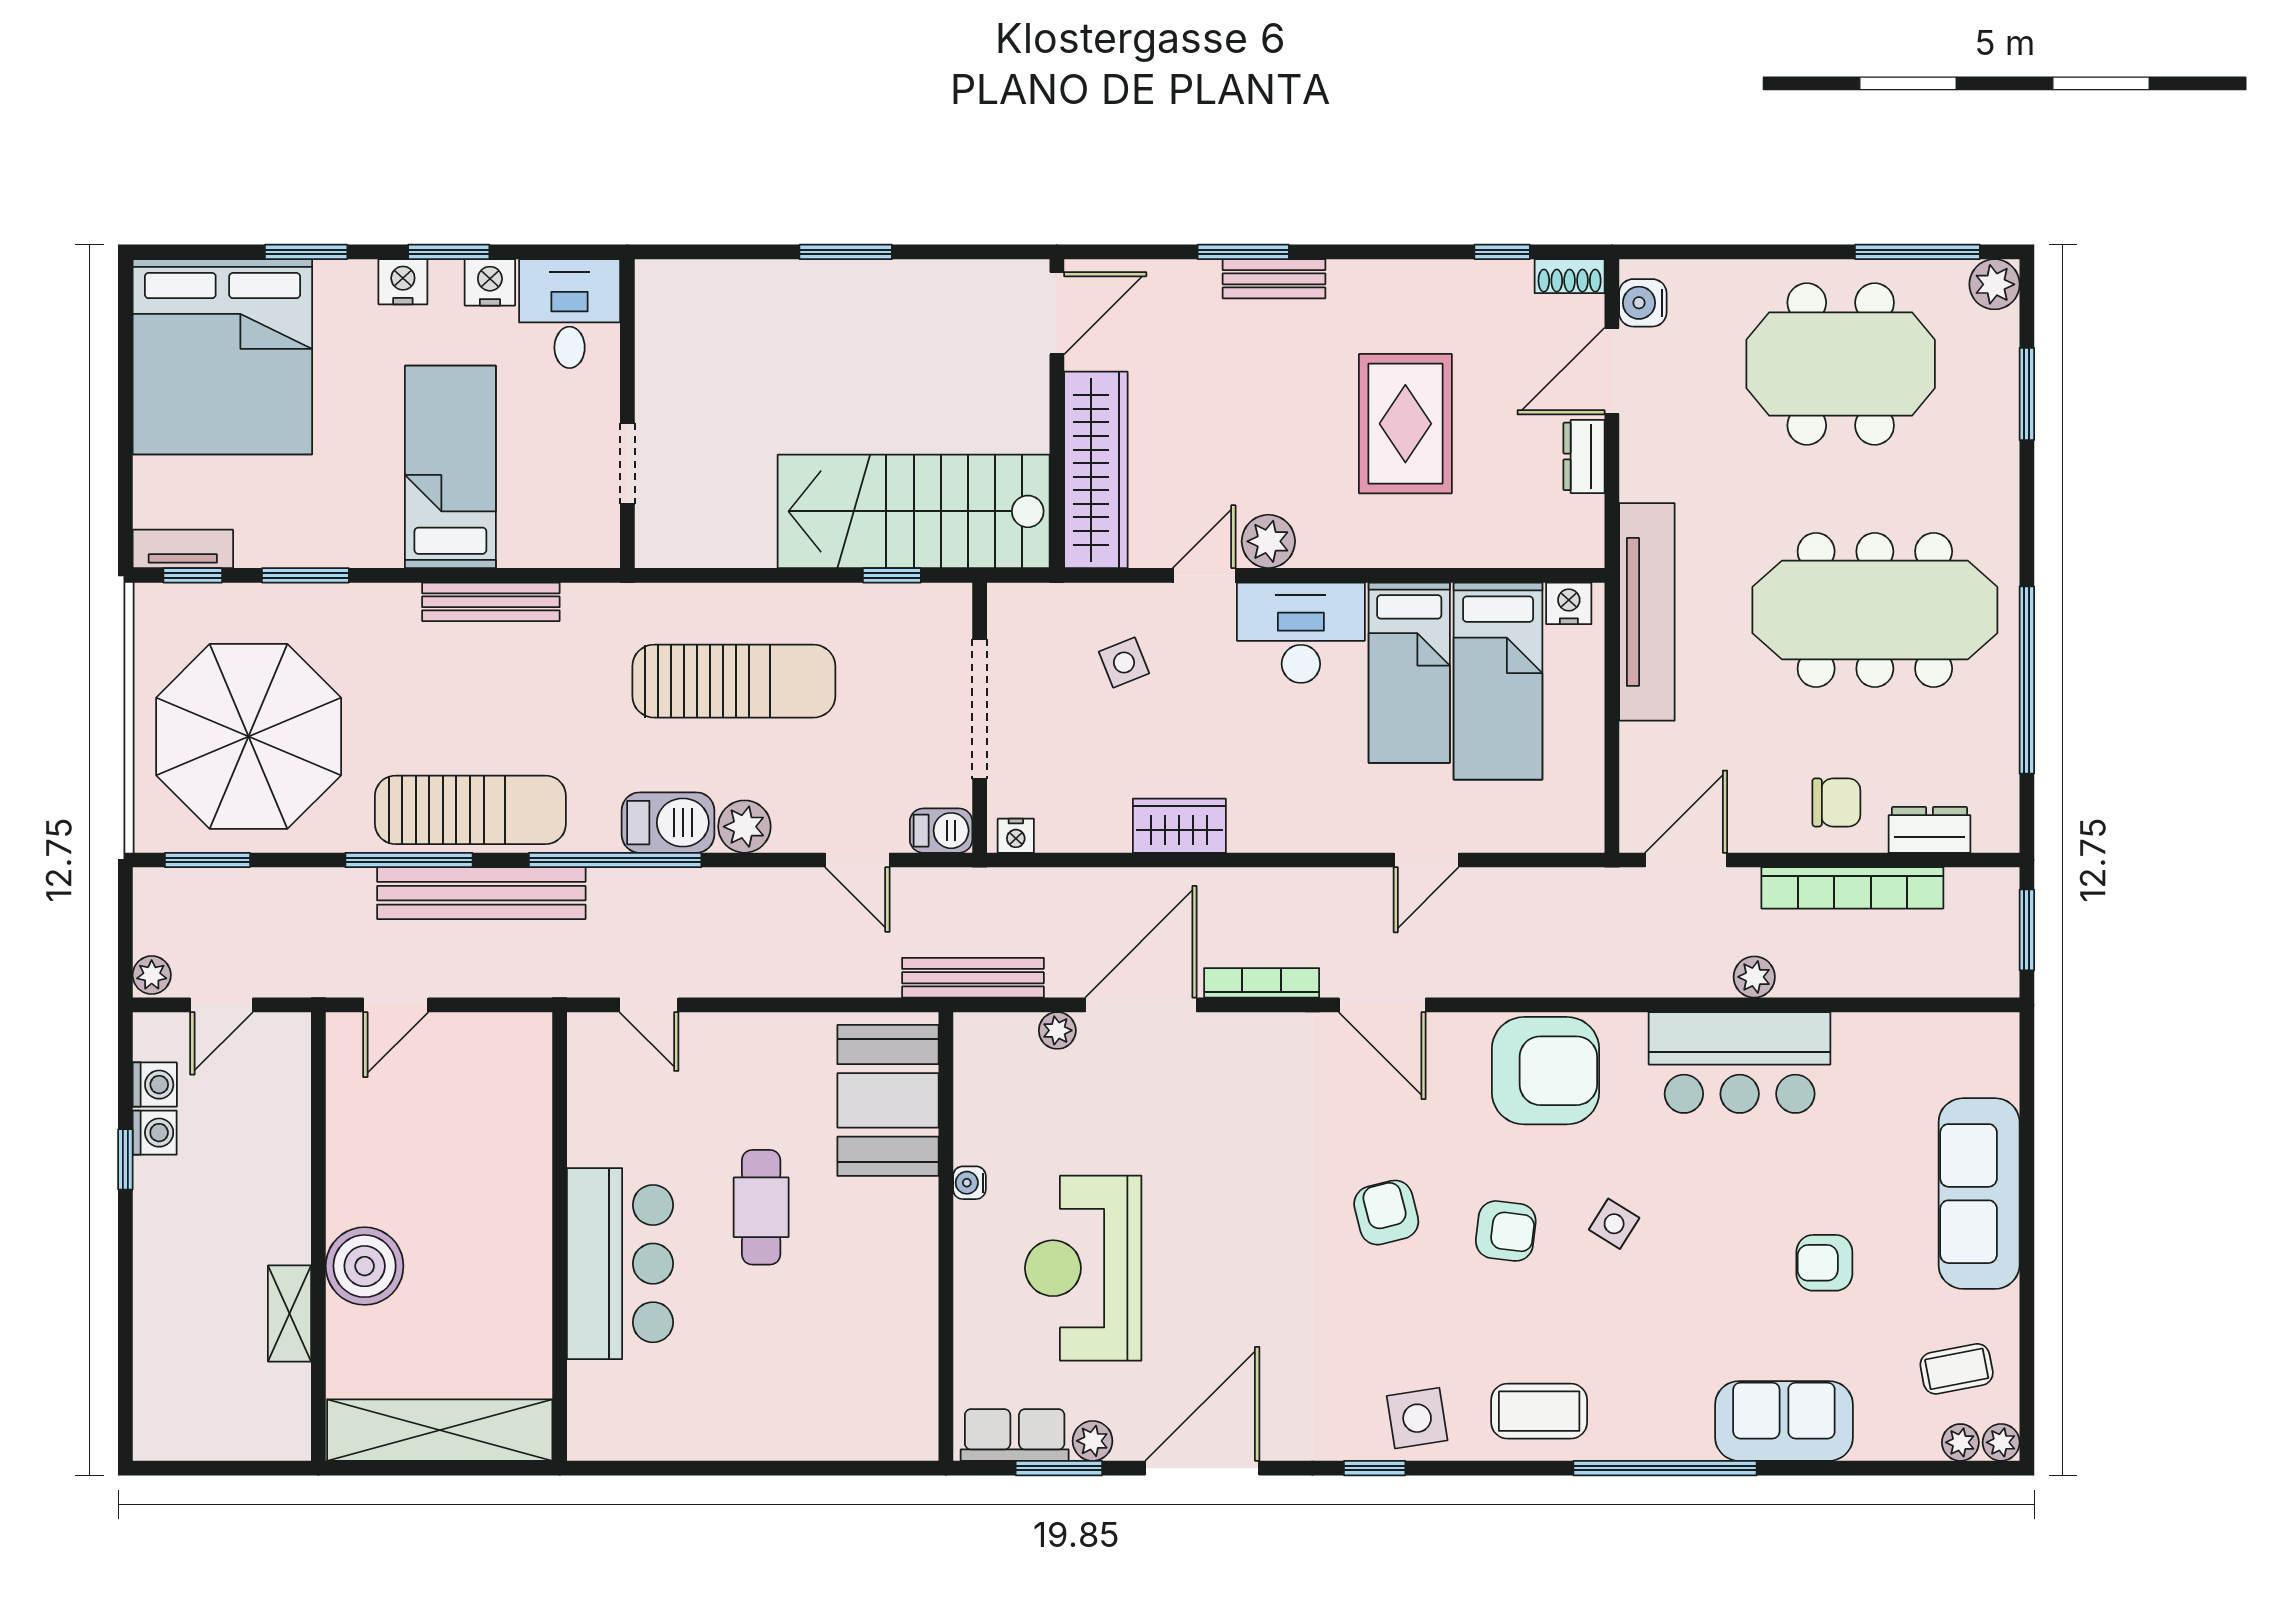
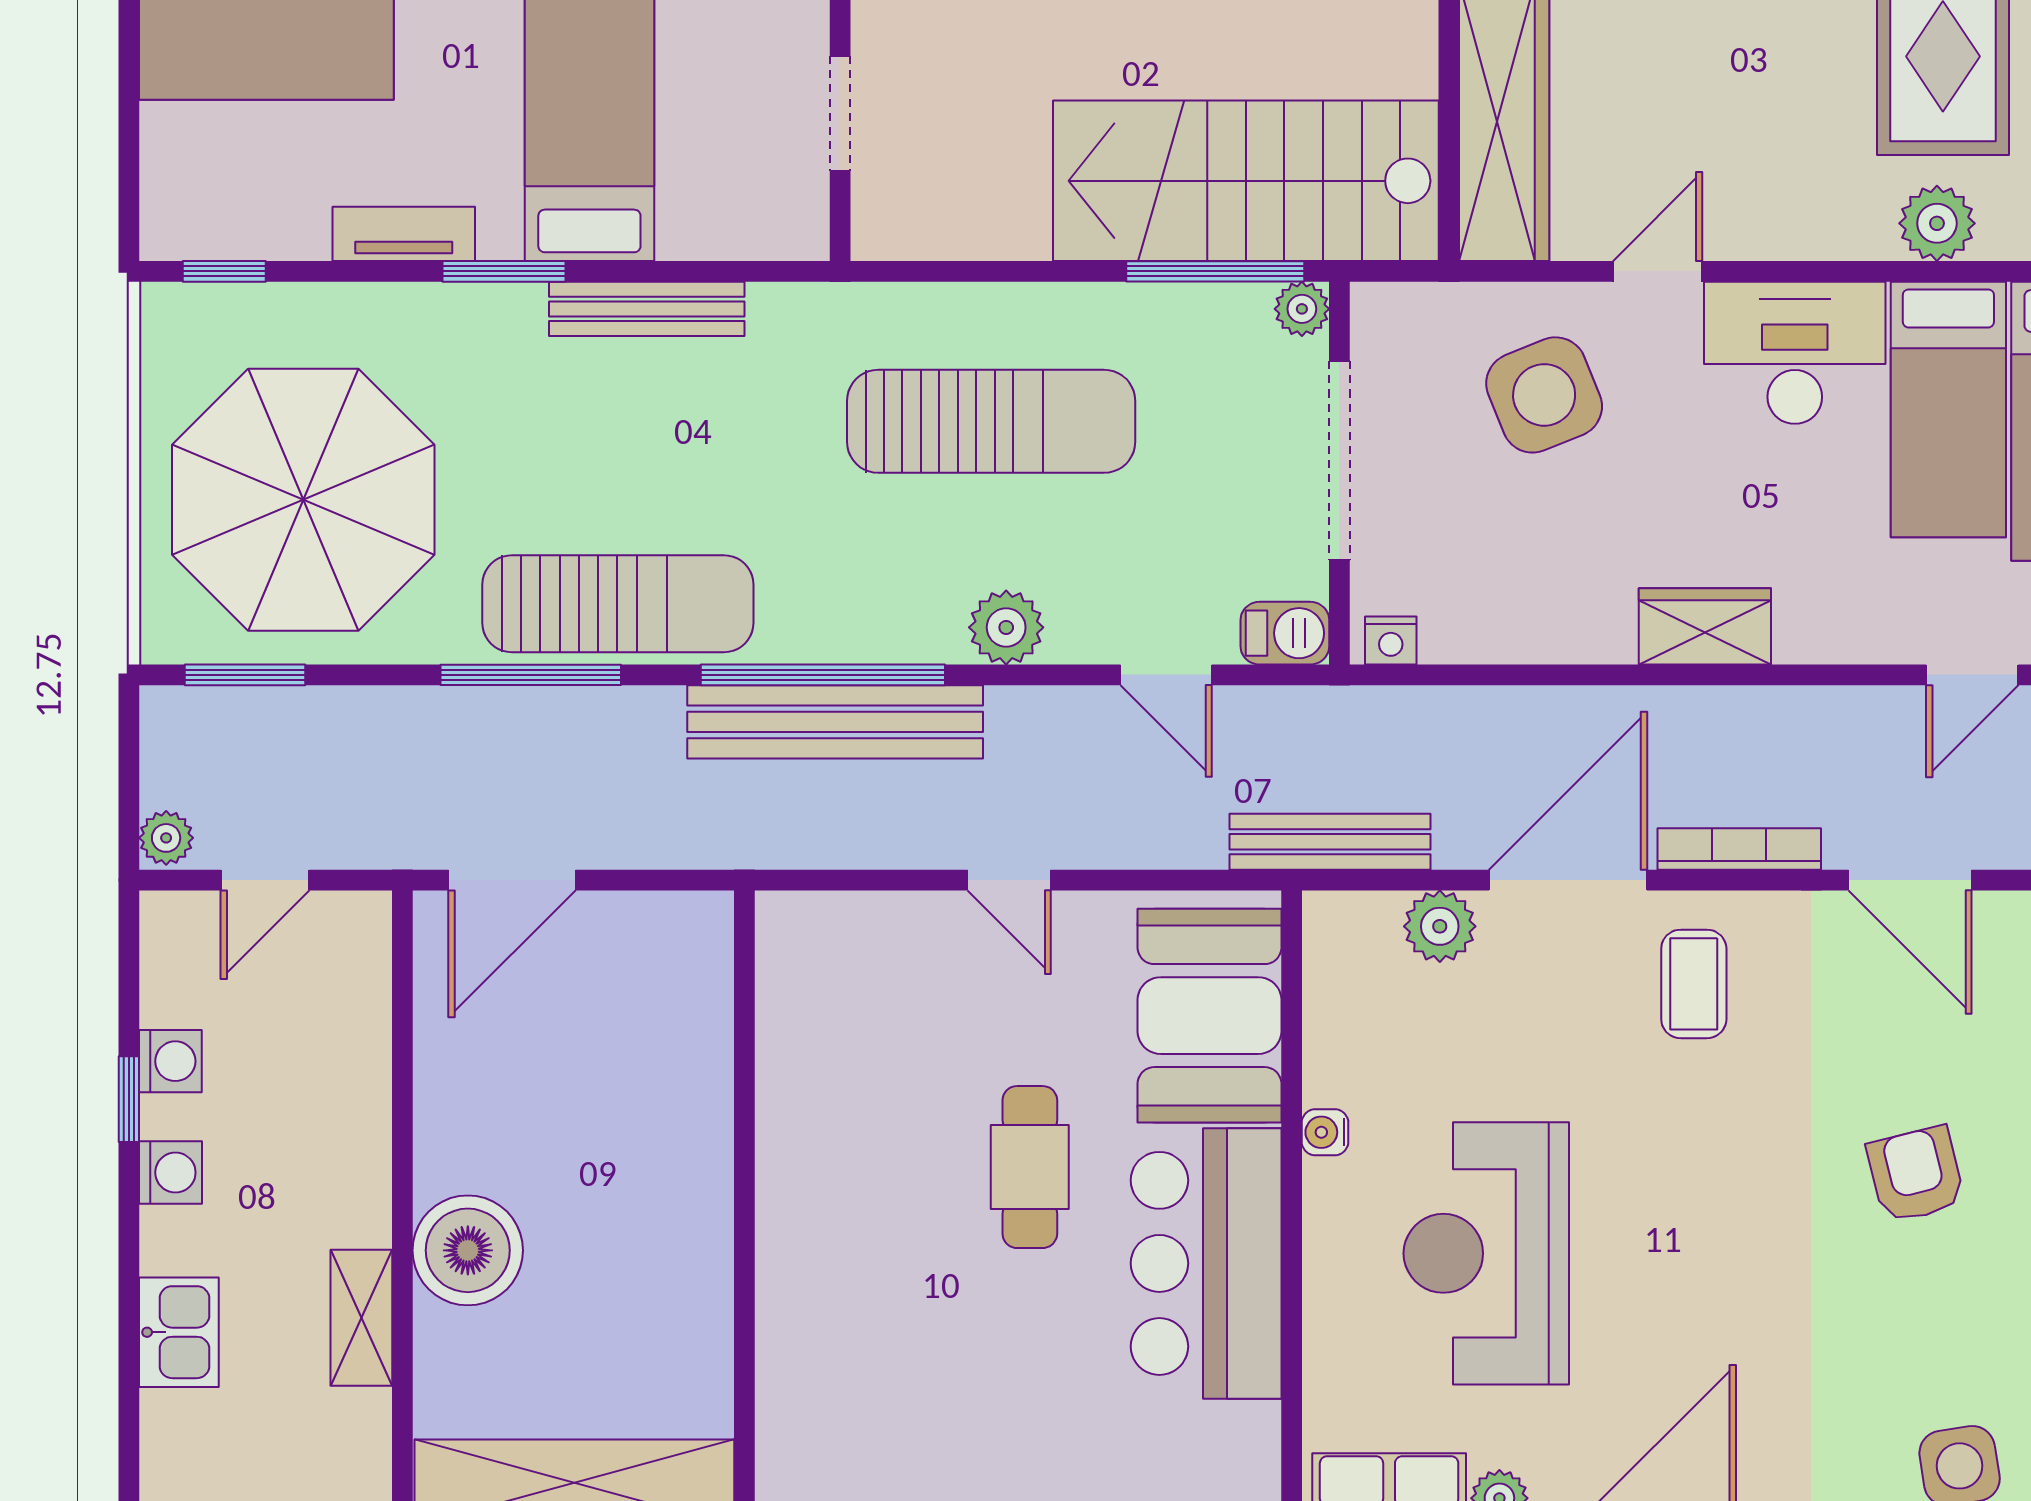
plant: (1268, 541) -> (1937, 223), moved
tv unit: (183, 549) -> (404, 234), moved
window: (305, 575) -> (504, 271), moved
window: (892, 575) -> (1215, 271), width x2.17
plant: (953, 602) -> (1302, 309), added
side table: (1124, 663) -> (1544, 395), width x1.87, depth x1.87
barbecue: (668, 823) -> (898, 622), removed
wardrobe: (1179, 826) -> (1705, 626), moved
bench: (481, 893) -> (835, 722), moved
door: (396, 1005) -> (512, 880), width x1.38
door: (649, 1005) -> (1009, 880), moved
plant: (1057, 1030) -> (1440, 926), width x1.38, depth x1.38
coffee table: (1230, 1078) -> (1694, 984), added
washing machine: (155, 1085) -> (170, 1173), moved
bar counter: (620, 1264) -> (1206, 1263), moved, turned 180
kitchen sink: (161, 1324) -> (179, 1332), added

